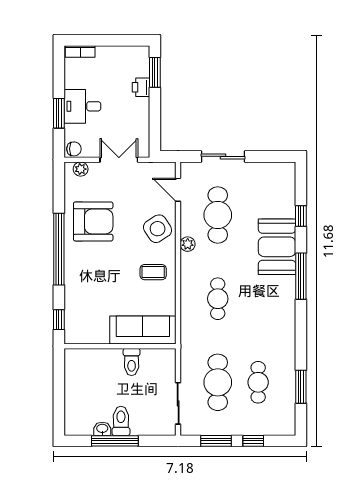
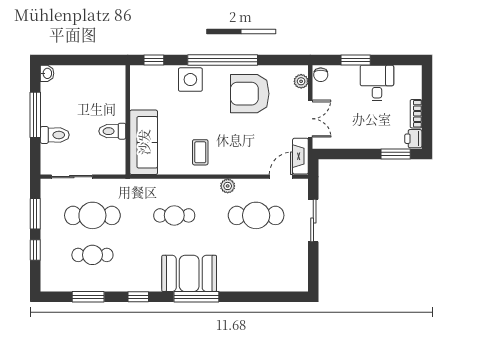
bookcase: (80, 52) -> (416, 114), moved
printer: (141, 87) -> (413, 139), moved, turned -90
desk: (82, 106) -> (377, 83), moved
fireplace: (157, 170) -> (300, 156), added
window: (301, 216) -> (138, 297), moved
armchair: (93, 221) -> (250, 94), turned 90
side table: (158, 229) -> (190, 80), moved, turned 33
booth: (277, 247) -> (189, 273), moved
toilet: (121, 421) -> (55, 135), moved
washbasin: (102, 429) -> (47, 73), moved

